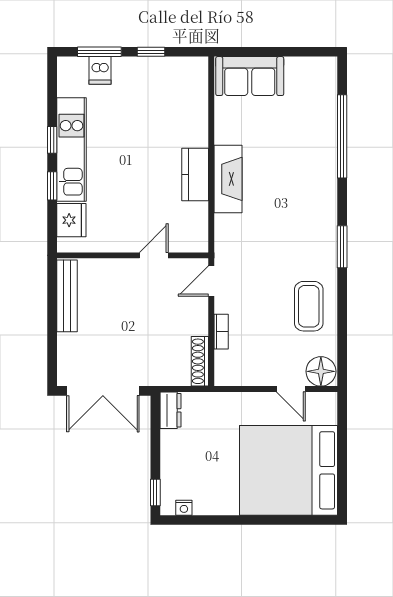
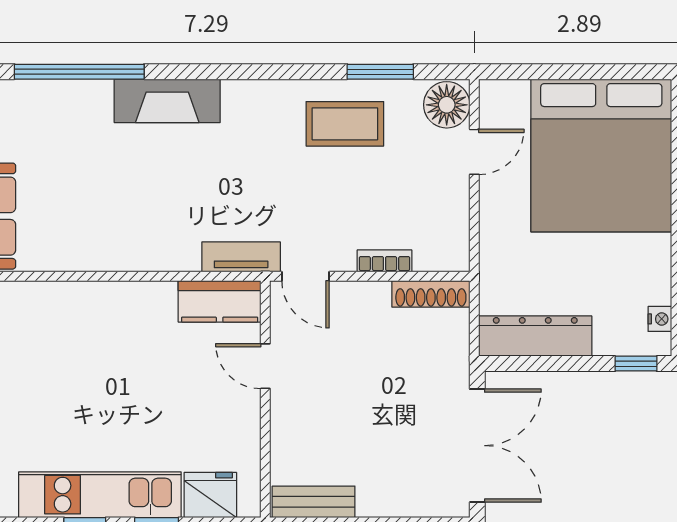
kitchen counter: (195, 174) -> (220, 301), moved
fireplace: (228, 179) -> (167, 101), moved, turned 180
tv unit: (224, 240) -> (241, 257), added
window: (342, 247) -> (380, 72), moved
bench: (67, 296) -> (314, 502), width x0.73
dresser: (170, 410) -> (535, 336), width x1.96, depth x1.24

